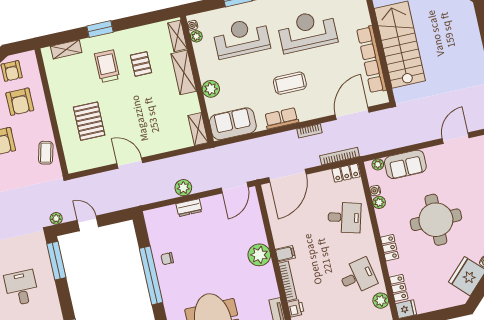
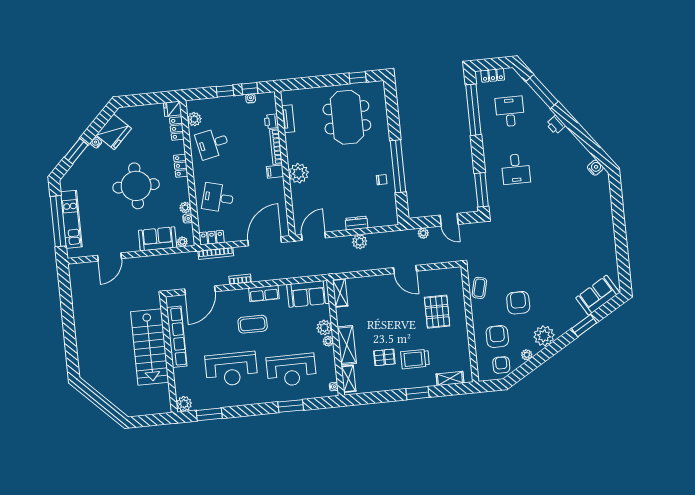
plant: (196, 36) -> (328, 341), moved
pallet: (141, 64) -> (384, 357), turned 90
trolley: (107, 66) -> (415, 359), turned 90
plant: (56, 218) -> (423, 233), moved

